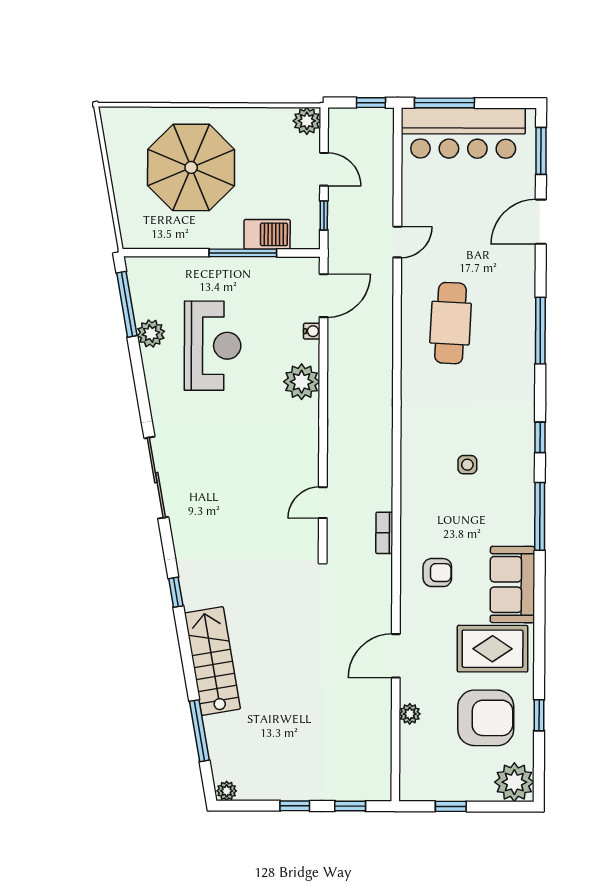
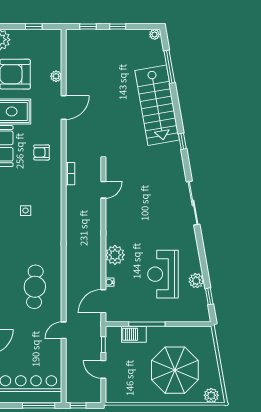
plant: (307, 121) -> (211, 395), moved
window: (127, 304) -> (209, 296), width x0.46
stairs: (212, 661) -> (157, 105), width x1.36, depth x1.51

